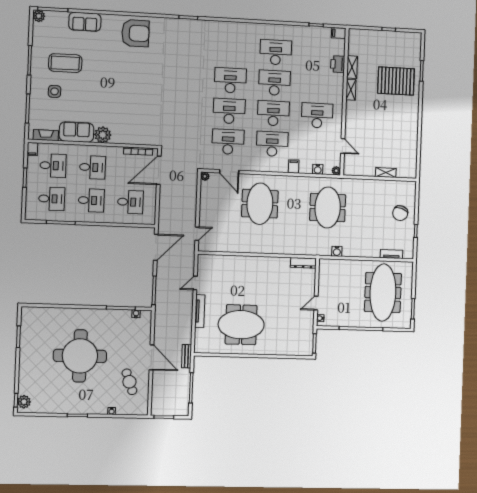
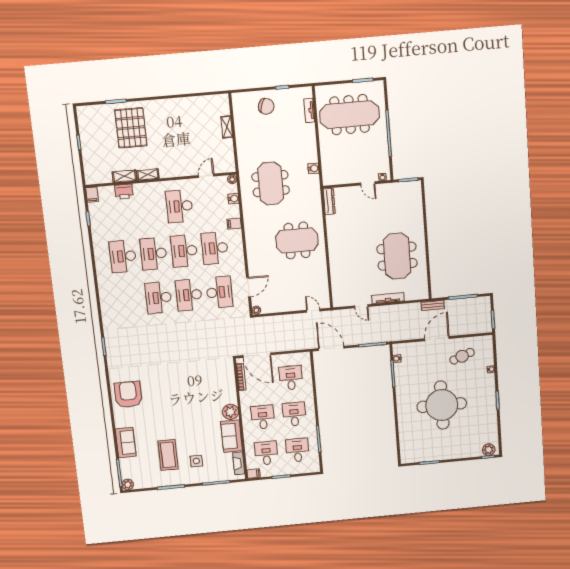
desk: (228, 142) -> (219, 292), turned 180
meeting table: (260, 204) -> (297, 240), moved
meeting table: (328, 208) -> (271, 184), turned 90

